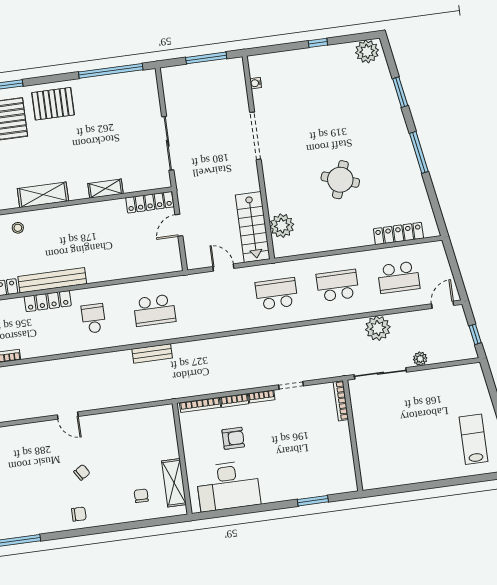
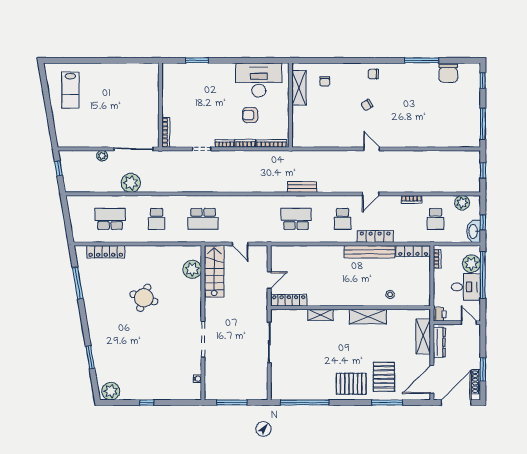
window: (419, 152) -> (78, 283), moved
school desk: (338, 285) -> (157, 219), width x0.54
door: (443, 305) -> (371, 194), moved

